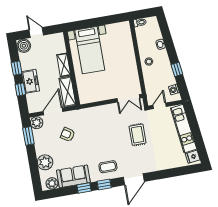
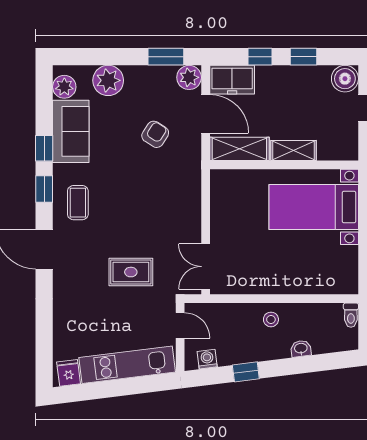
freezer: (31, 81) -> (232, 80), moved

